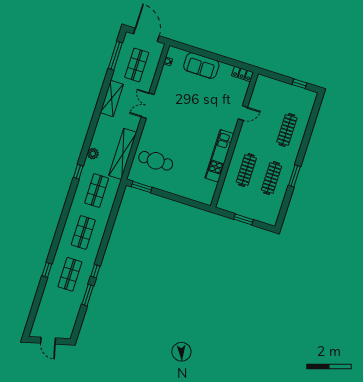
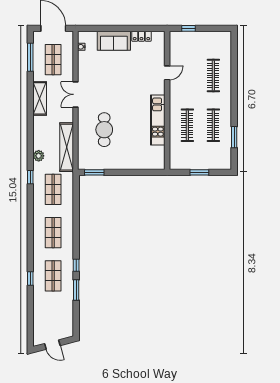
locker: (242, 74) -> (141, 36), moved
window: (299, 84) -> (188, 28), moved
cafe table: (156, 161) -> (104, 130), moved, turned 90
window: (294, 176) -> (234, 137), moved

